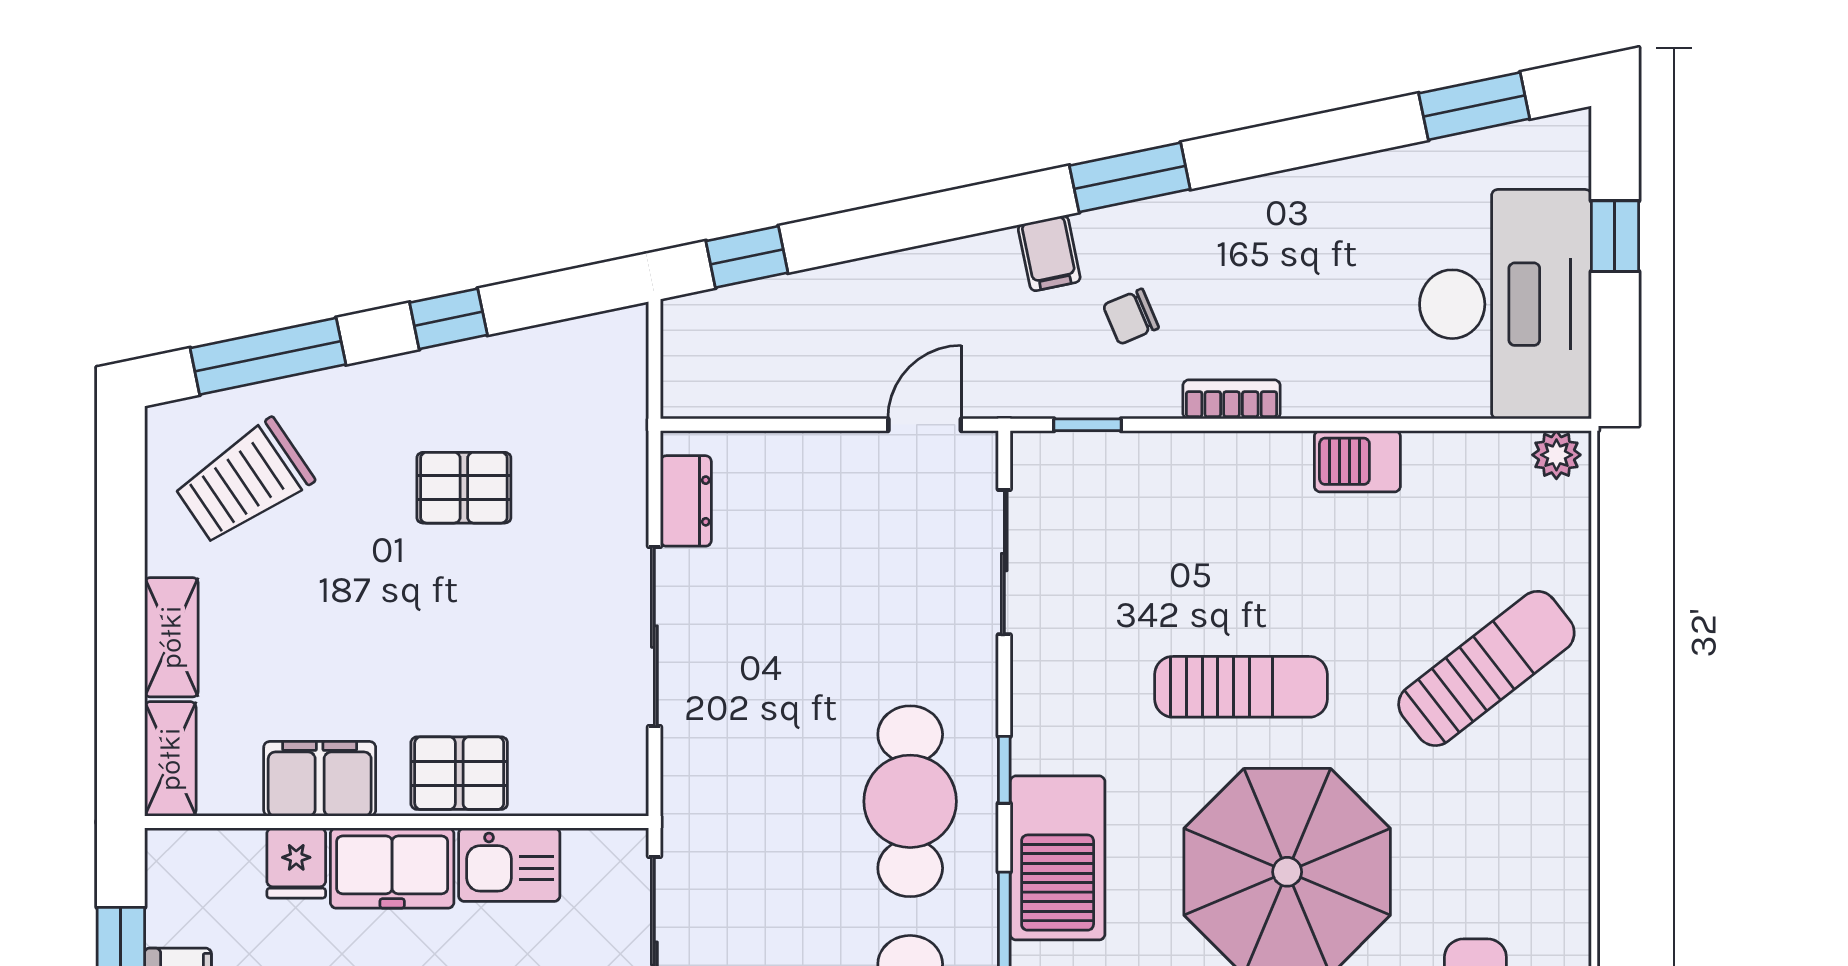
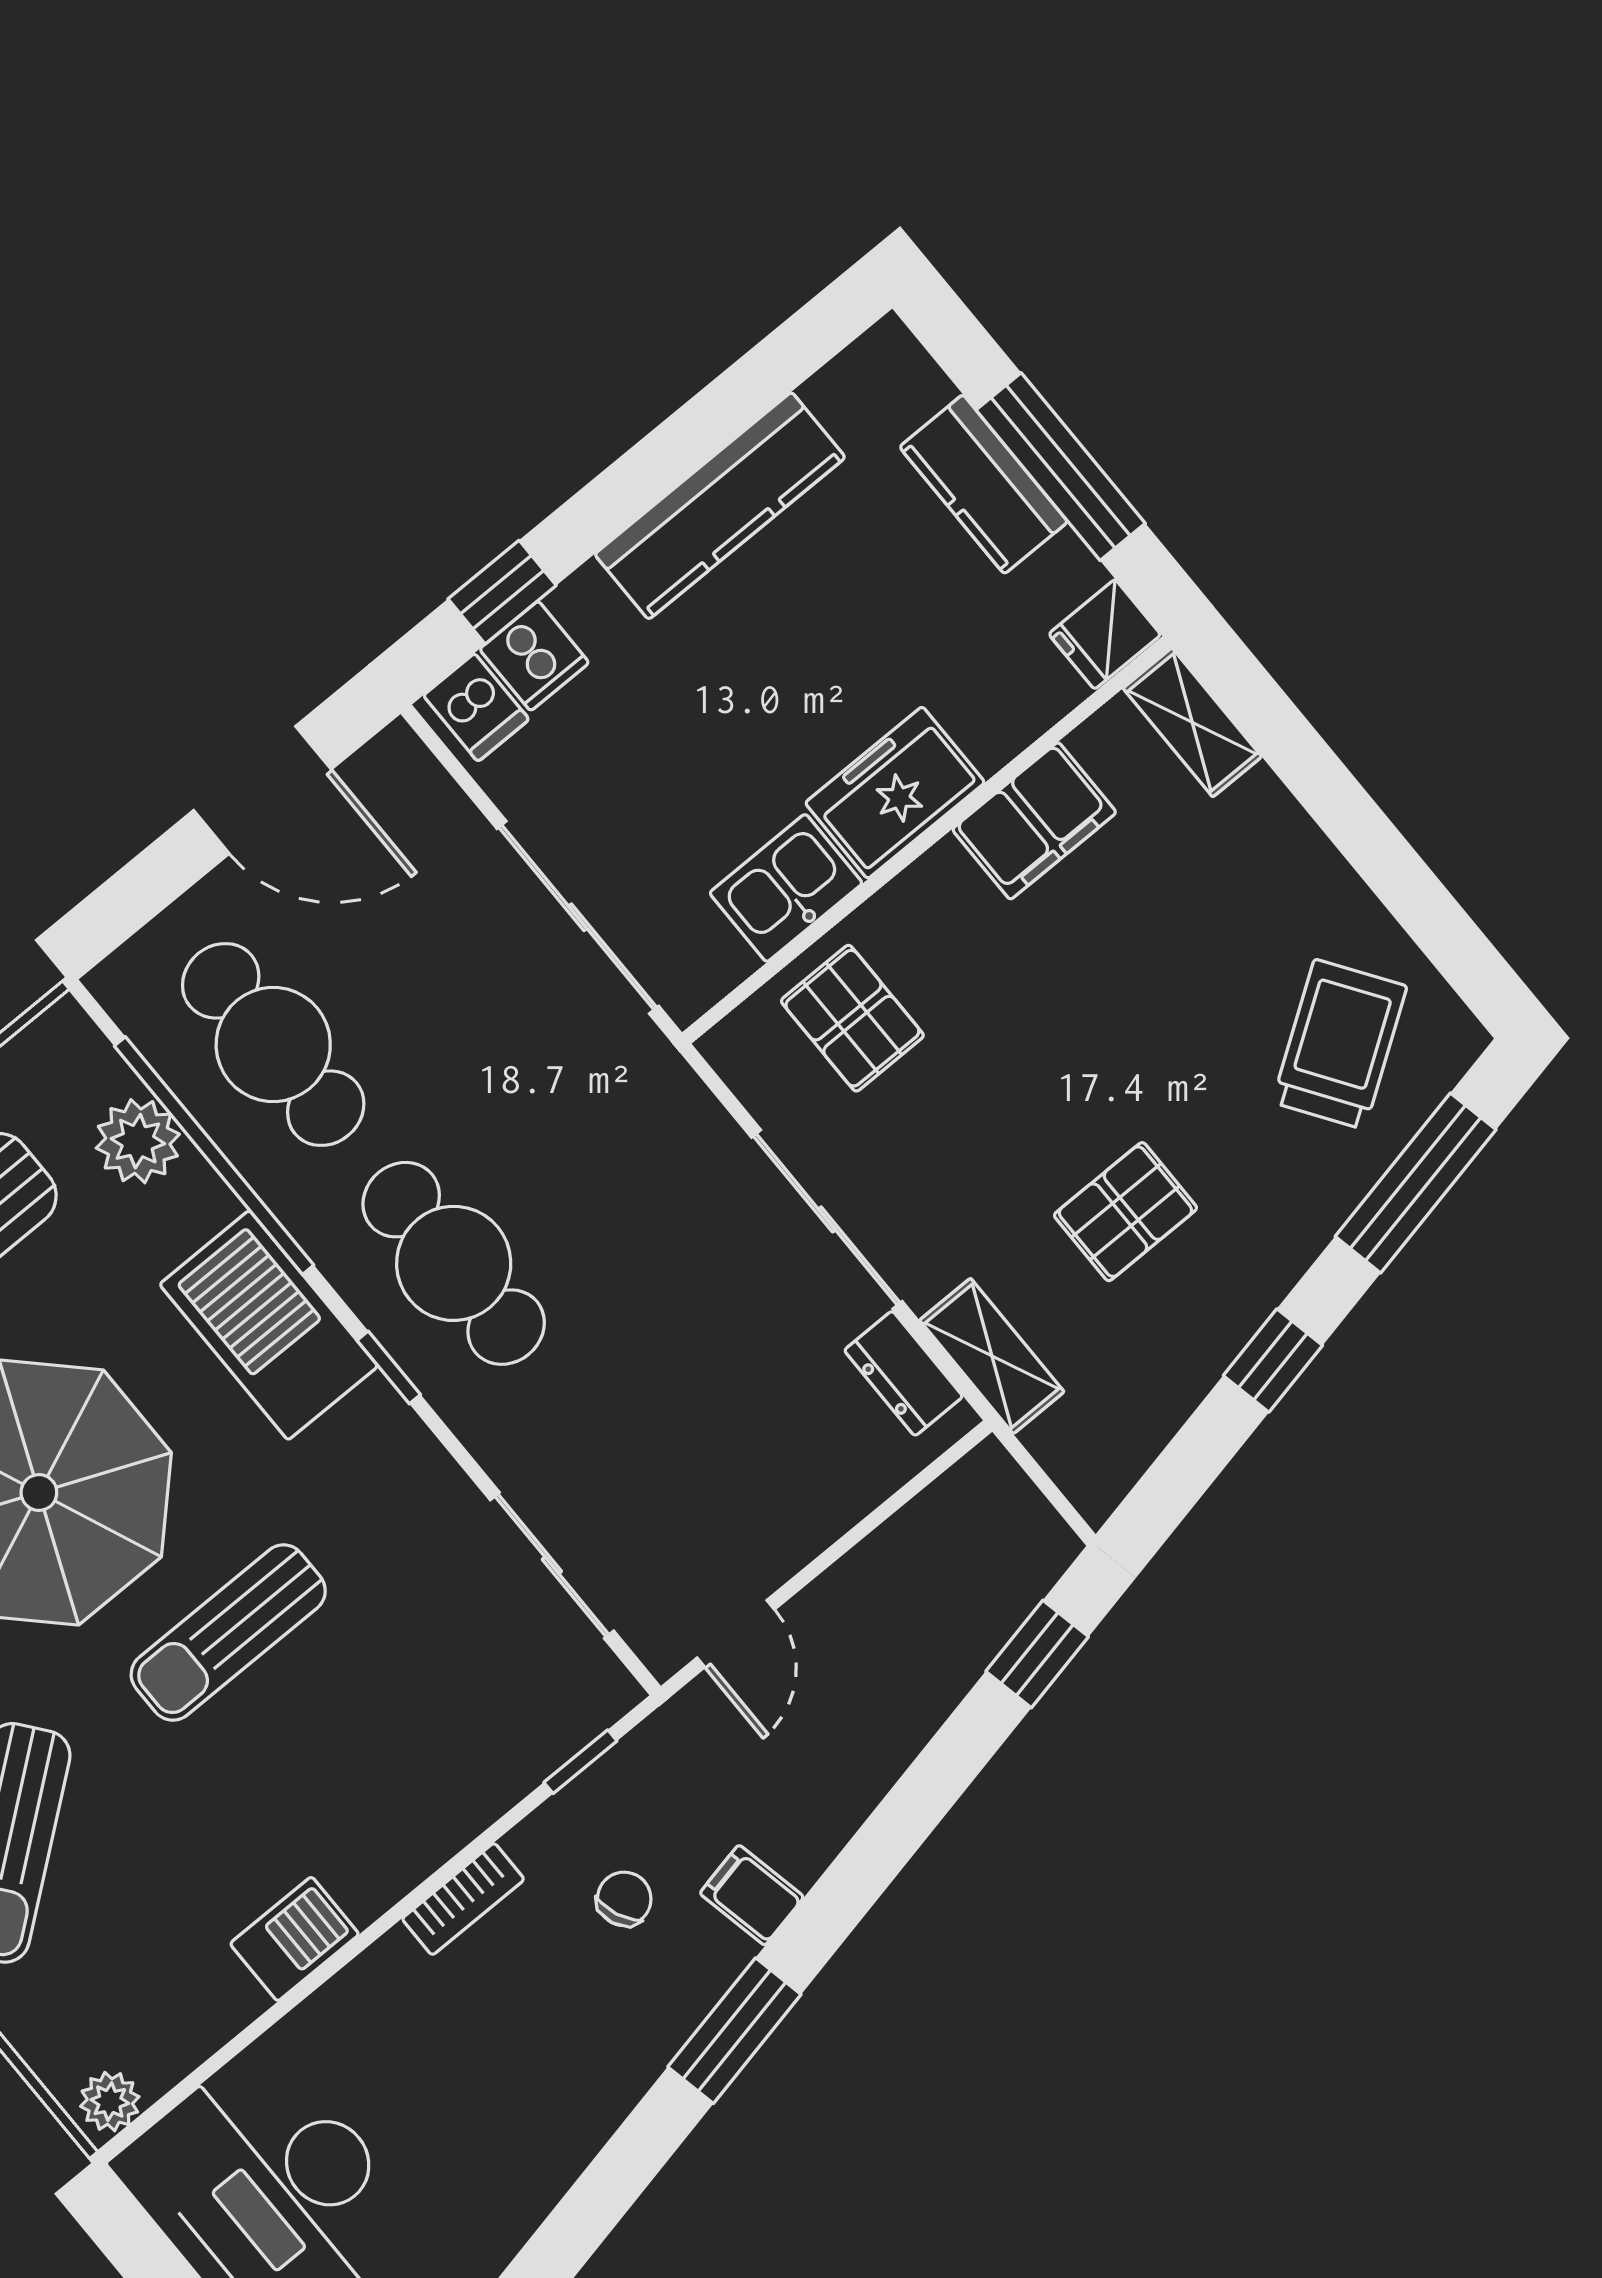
shelving: (171, 637) -> (992, 1356), moved
pallet: (459, 773) -> (852, 1018), moved, turned 90
fridge: (296, 863) -> (1105, 634), moved, turned -90

